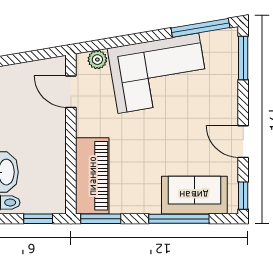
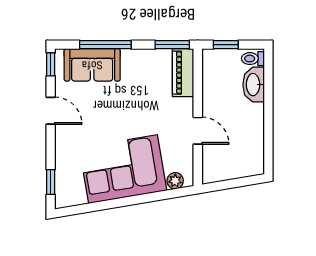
window: (200, 28) -> (87, 208), removed
window: (243, 58) -> (51, 182), width x0.67
door: (71, 92) -> (198, 131), moved
piano: (92, 176) -> (183, 73), width x0.73, depth x0.75

